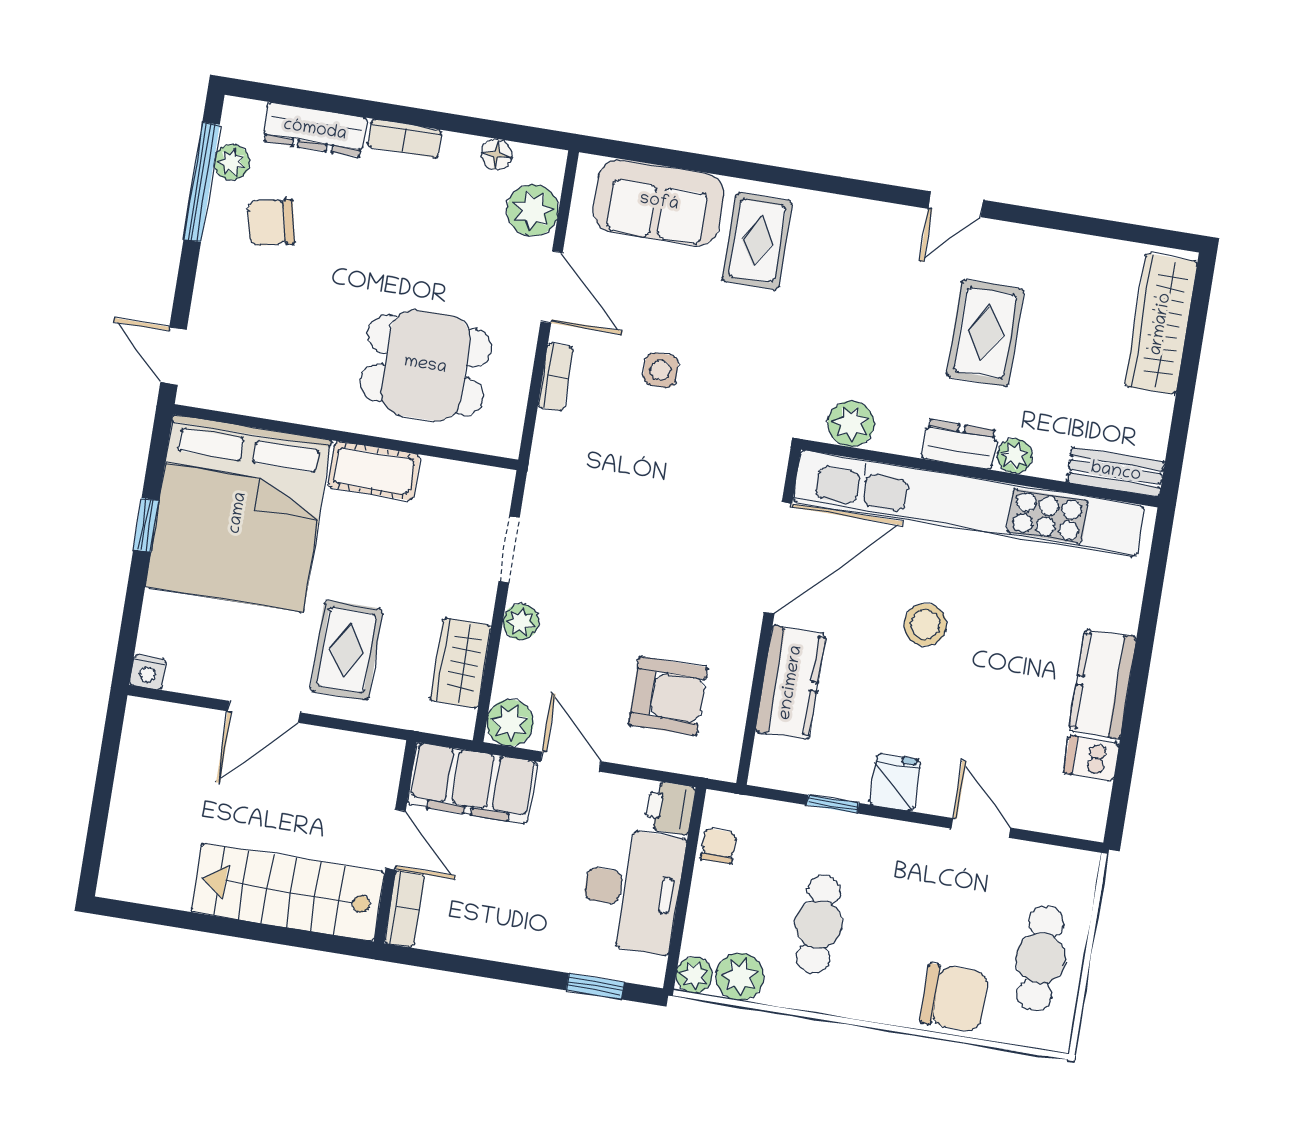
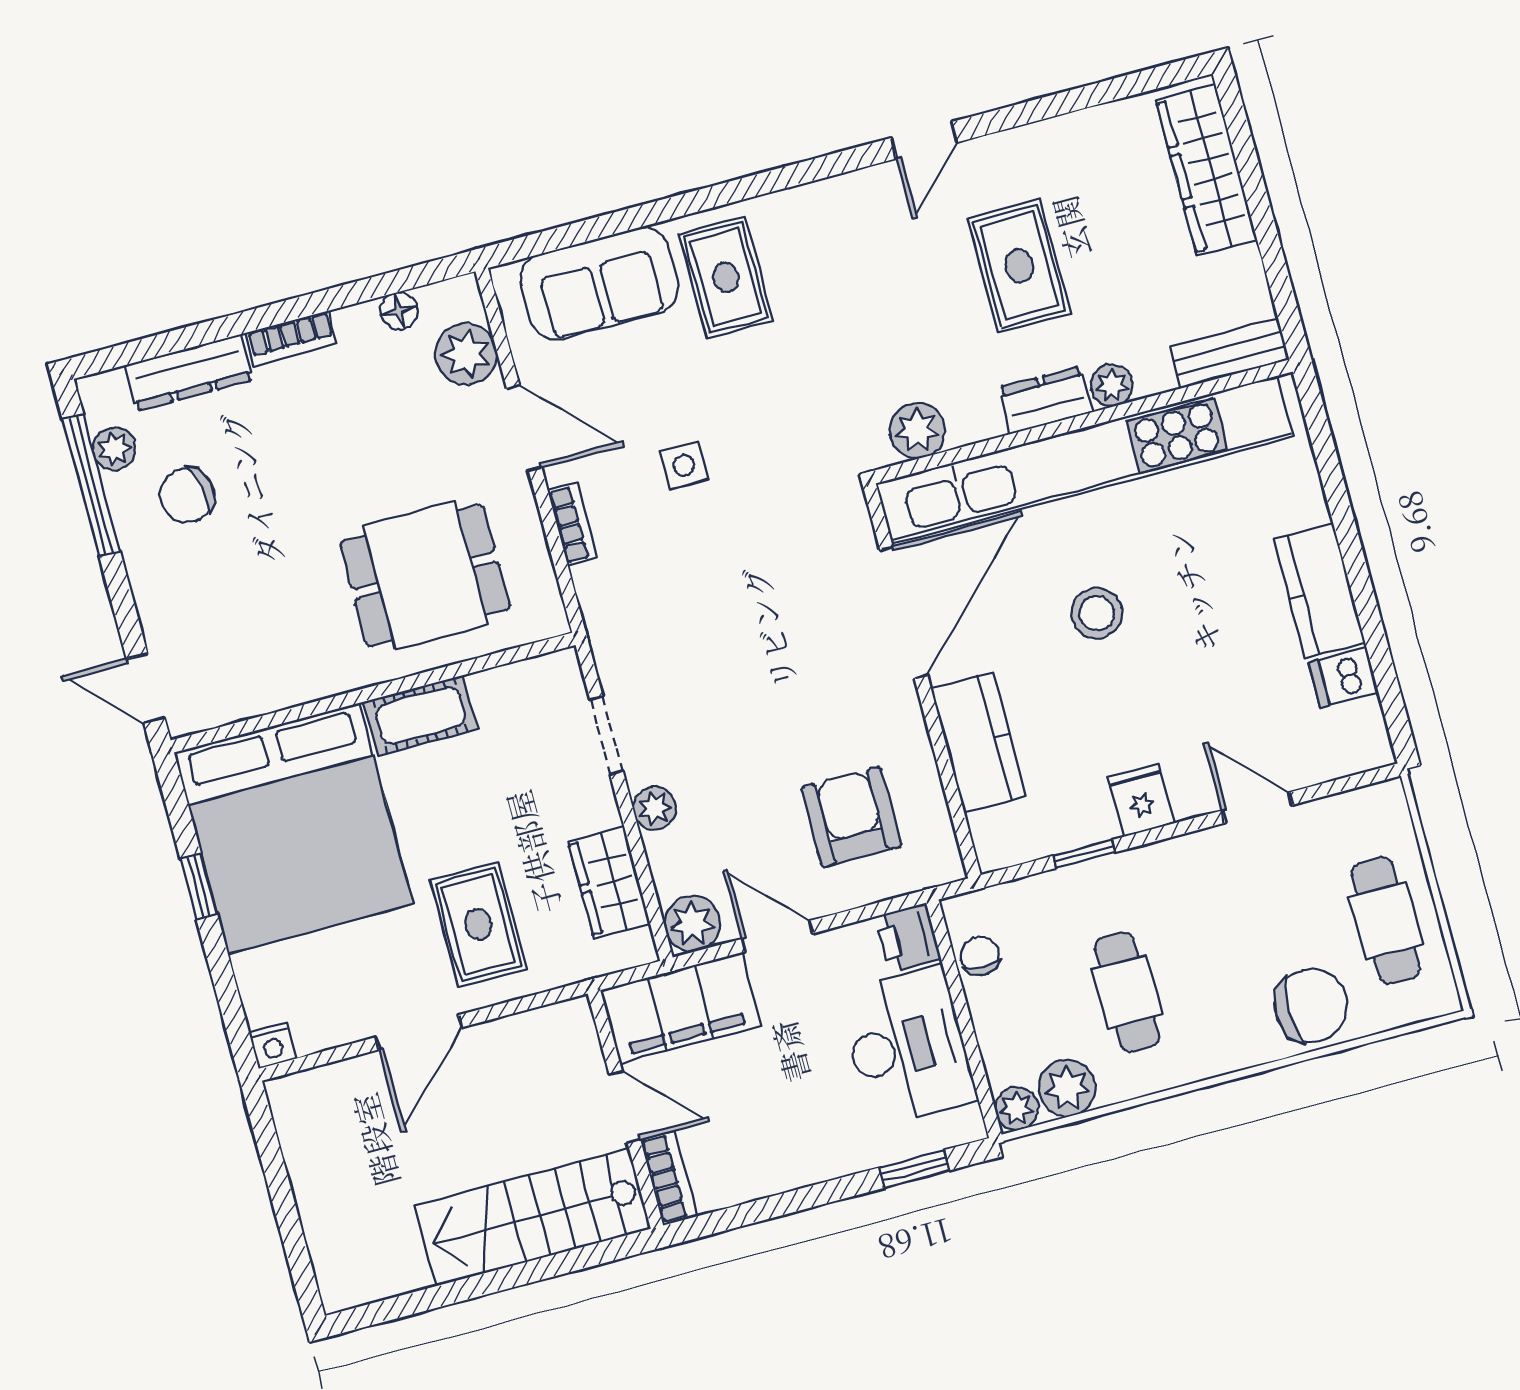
armchair: (668, 696) -> (851, 817), turned -90

